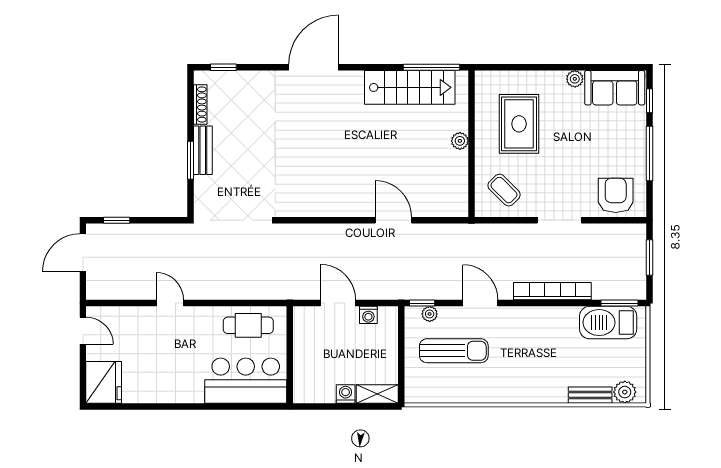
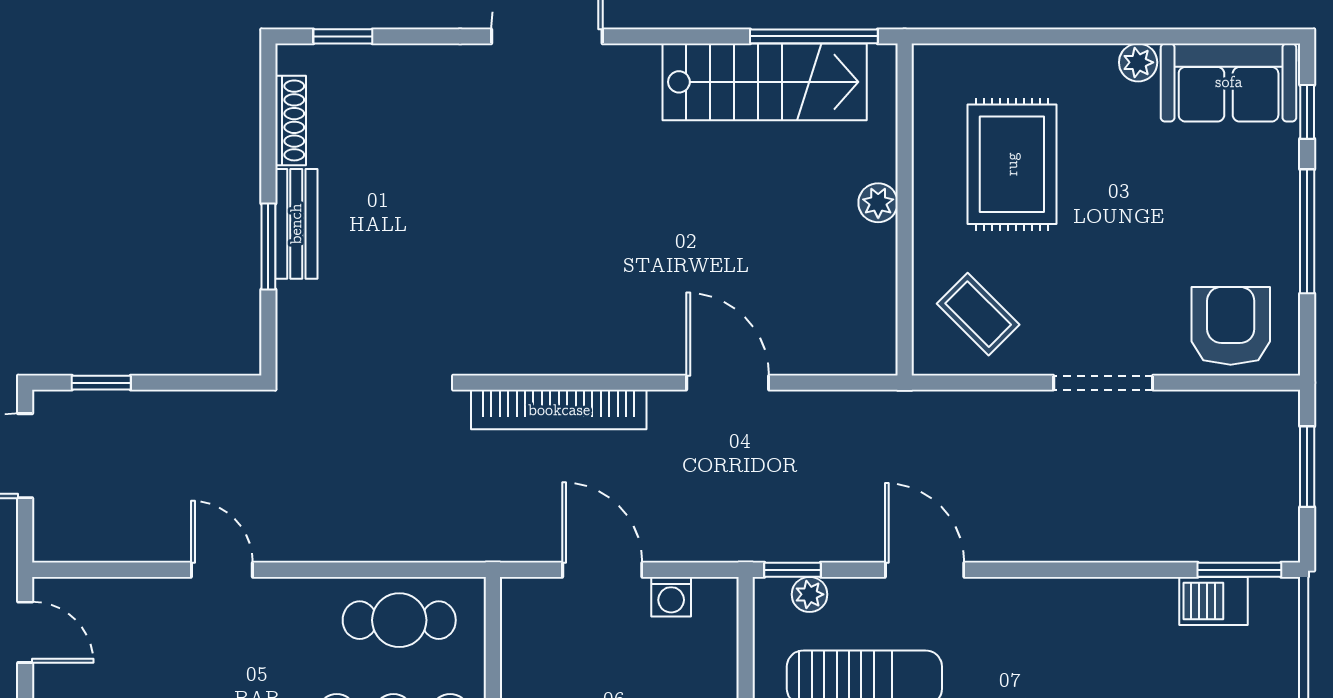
bookcase: (552, 291) -> (559, 410), moved, turned 180
barbecue: (608, 323) -> (1214, 601), width x0.53, depth x0.65

